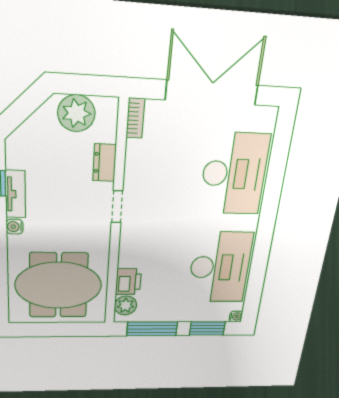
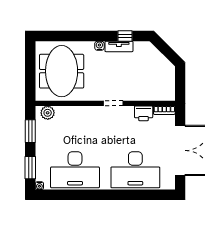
plant: (76, 113) -> (165, 79), removed
dresser: (105, 163) -> (139, 95), removed
printer: (128, 282) -> (144, 113), moved
window: (152, 329) -> (30, 131), width x0.69

